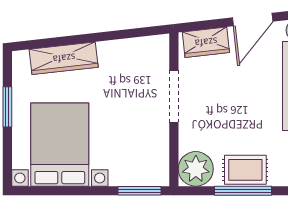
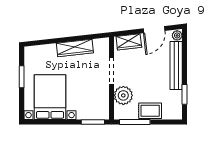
wardrobe: (64, 58) -> (75, 48), moved
plant: (196, 169) -> (123, 95), moved
window: (243, 191) -> (135, 122), moved

